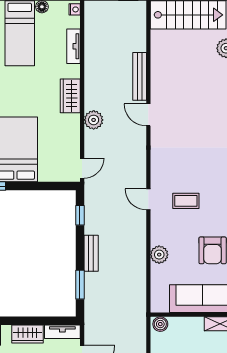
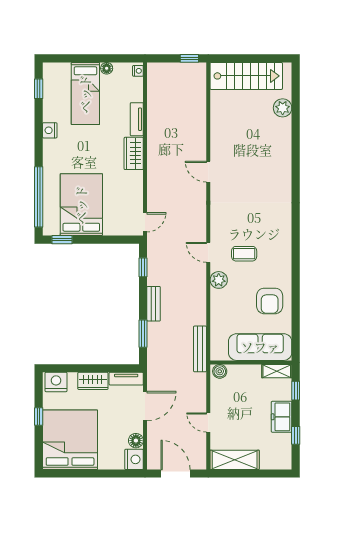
tv unit: (73, 46) -> (137, 119), moved
bench: (140, 76) -> (200, 349), moved
plant: (94, 120) -> (156, 176), removed
plant: (159, 255) -> (219, 280), moved

